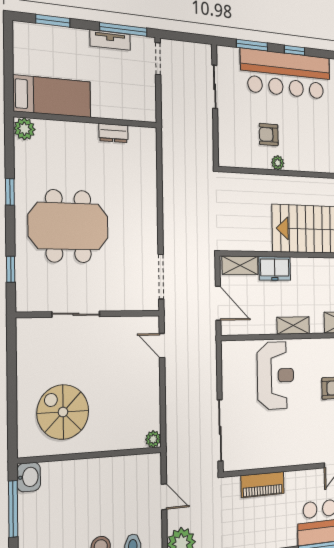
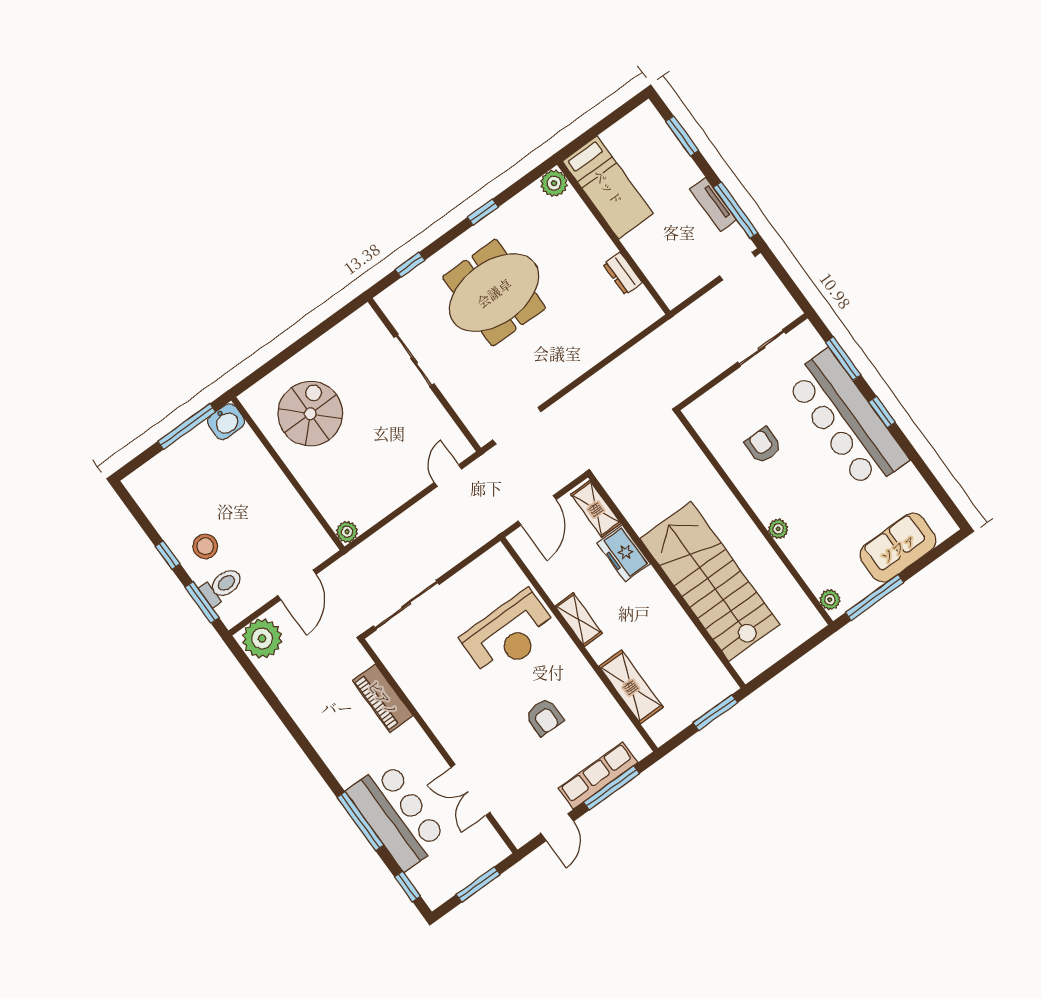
plant: (278, 163) -> (778, 529), moved
meeting table: (68, 226) -> (494, 293), turned 90
door: (164, 497) -> (297, 585), width x1.38

